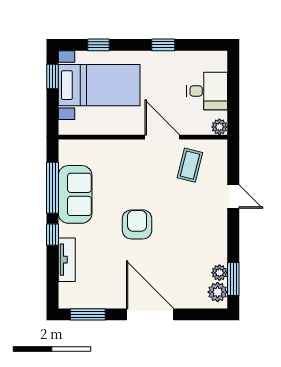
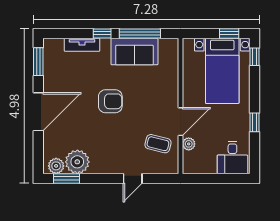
window: (98, 45) -> (255, 57), moved
desk: (207, 91) -> (232, 158), moved
plant: (219, 127) -> (189, 144), moved
plant: (219, 273) -> (77, 162), width x1.88, depth x1.88

